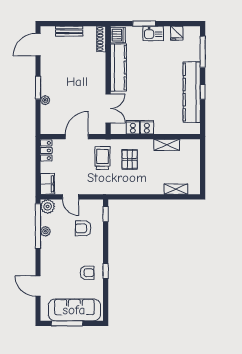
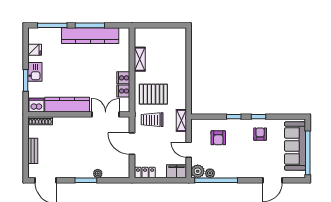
window: (203, 92) -> (90, 25), width x2.17
pallet: (130, 159) -> (153, 94), width x1.50, depth x1.42
shelving: (176, 189) -> (181, 120), moved
door: (71, 197) -> (189, 150), swing flipped
window: (106, 214) -> (234, 117), moved
plant: (45, 231) -> (210, 173), moved
window: (67, 323) -> (308, 153), width x1.46

